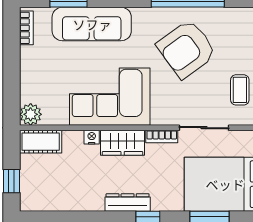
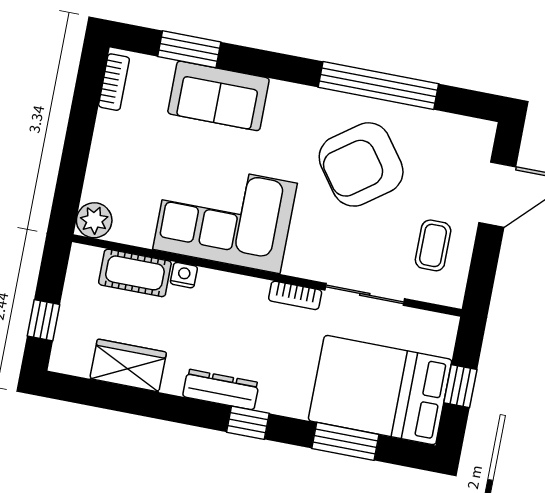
sofa: (92, 24) -> (218, 96), width x0.73
cot: (41, 142) -> (135, 273), moved
wardrobe: (123, 143) -> (128, 365), moved, turned 180

